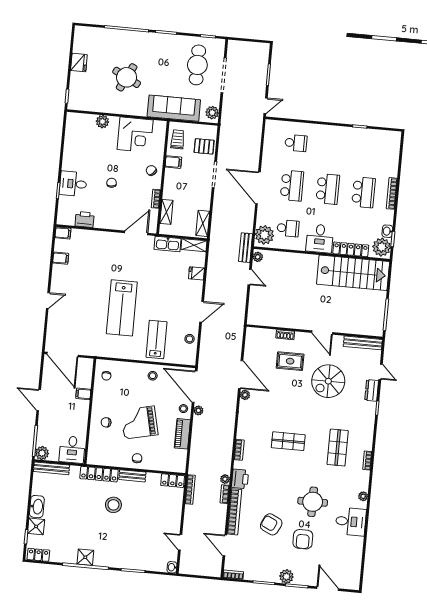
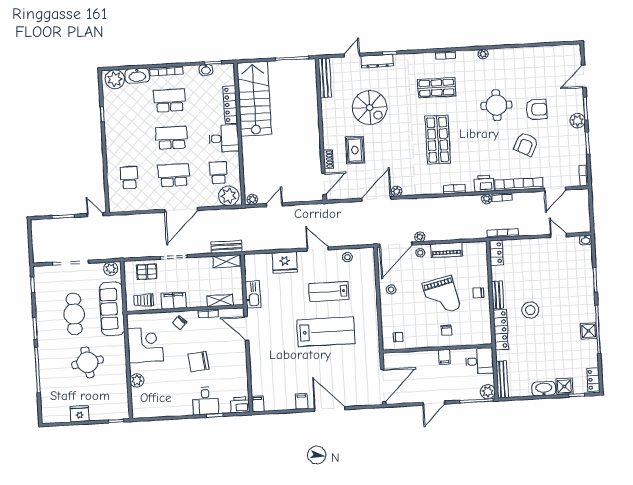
cafe table: (197, 65) -> (74, 314), moved, turned 90
round table: (127, 77) -> (87, 362), turned -36
pallet: (204, 146) -> (147, 272), turned 90
filing cabinet: (173, 162) -> (174, 301), width x2.00
washbasin: (392, 165) -> (137, 76), added
chair: (112, 183) -> (198, 362), width x1.87, depth x1.87
printer: (85, 219) -> (240, 405), moved, turned 90
shelving: (194, 245) -> (250, 267), removed
plant: (382, 247) -> (115, 79), moved
bench: (246, 248) -> (226, 247), moved
filing cabinet: (61, 258) -> (302, 401), moved
fridge: (196, 273) -> (285, 262), width x1.88, depth x1.34
door: (48, 301) -> (330, 409), width x1.87
door: (322, 333) -> (324, 184), moved
lab bench: (156, 339) -> (329, 292), moved
dresser: (372, 390) -> (377, 61), width x1.44
filing cabinet: (83, 394) -> (444, 357), moved
shop shelf: (288, 441) -> (438, 140), width x1.43, depth x1.36
desk: (351, 522) -> (511, 63), removed
door: (180, 542) -> (559, 235), swing flipped

